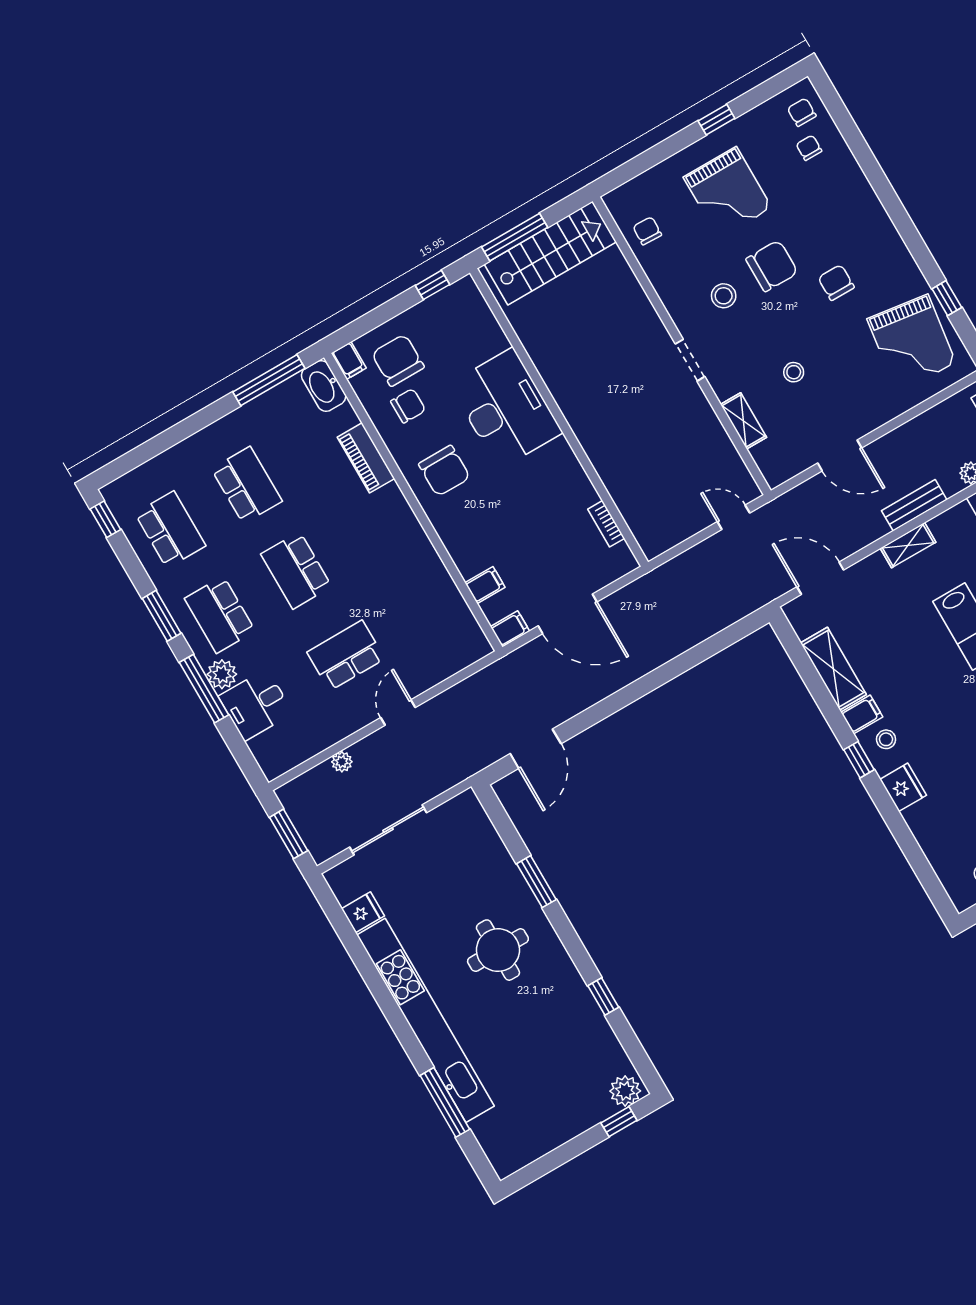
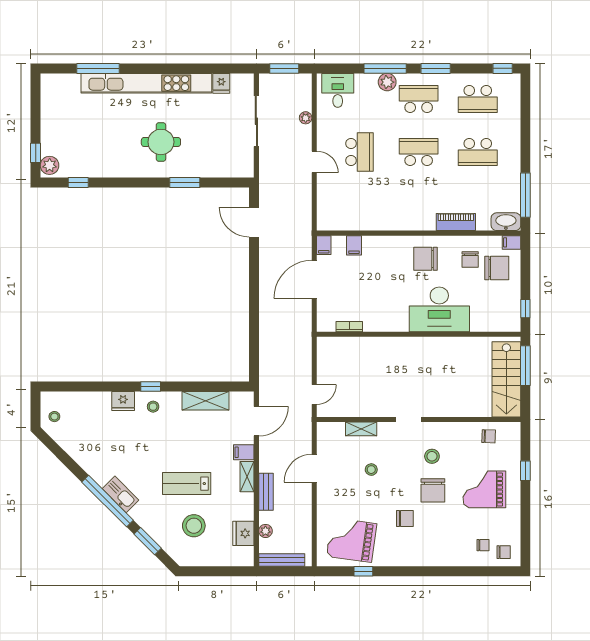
window: (716, 120) -> (525, 471), moved
desk: (256, 705) -> (338, 90), moved
filing cabinet: (862, 715) -> (244, 452), moved, turned 90
window: (603, 997) -> (78, 183), moved

